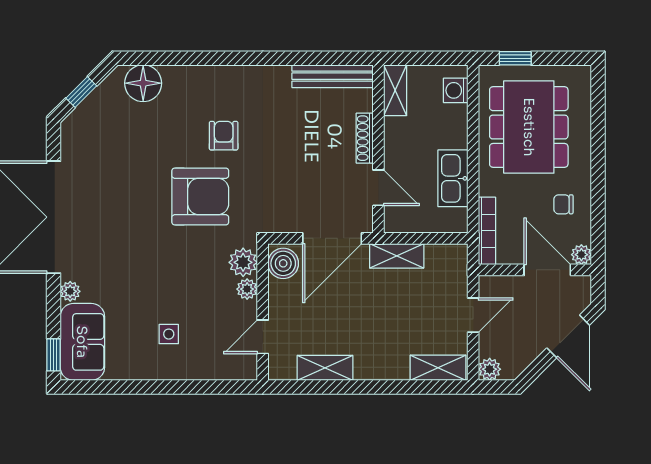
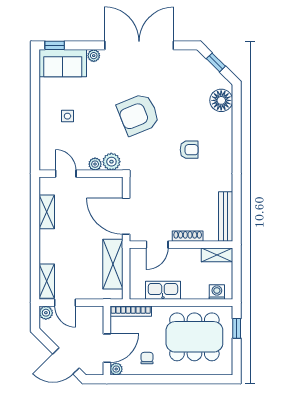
armchair: (200, 196) -> (138, 114), moved, turned 68
shelving: (397, 256) -> (113, 264), width x1.50, depth x1.33
boiler: (283, 263) -> (111, 186), removed
door: (473, 315) -> (65, 303), moved

